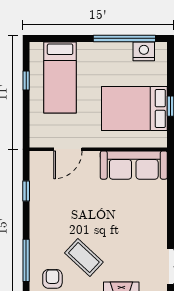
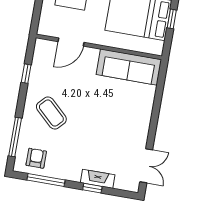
coffee table: (84, 257) -> (51, 113), moved

